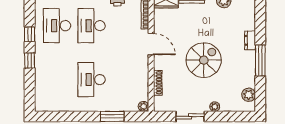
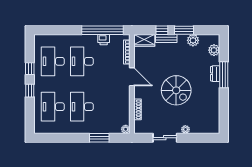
spiral stairs: (204, 60) -> (176, 90), turned 90
window: (260, 60) -> (224, 75), moved
desk: (57, 80) -> (53, 107), added
plant: (249, 95) -> (214, 50), moved

